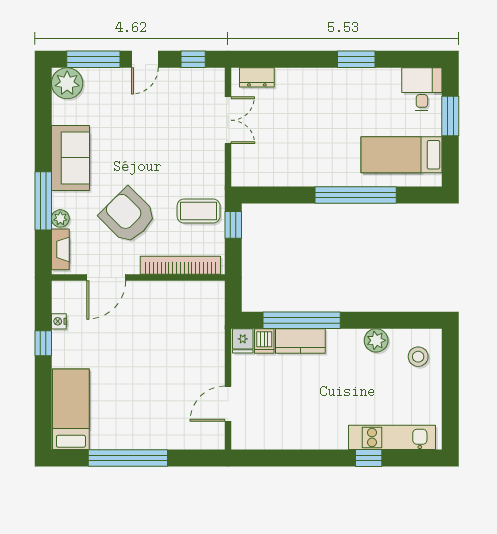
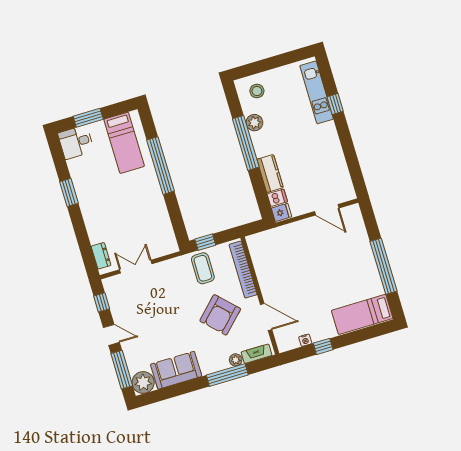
sofa: (70, 158) -> (176, 370), moved
window: (302, 320) -> (246, 143), moved

